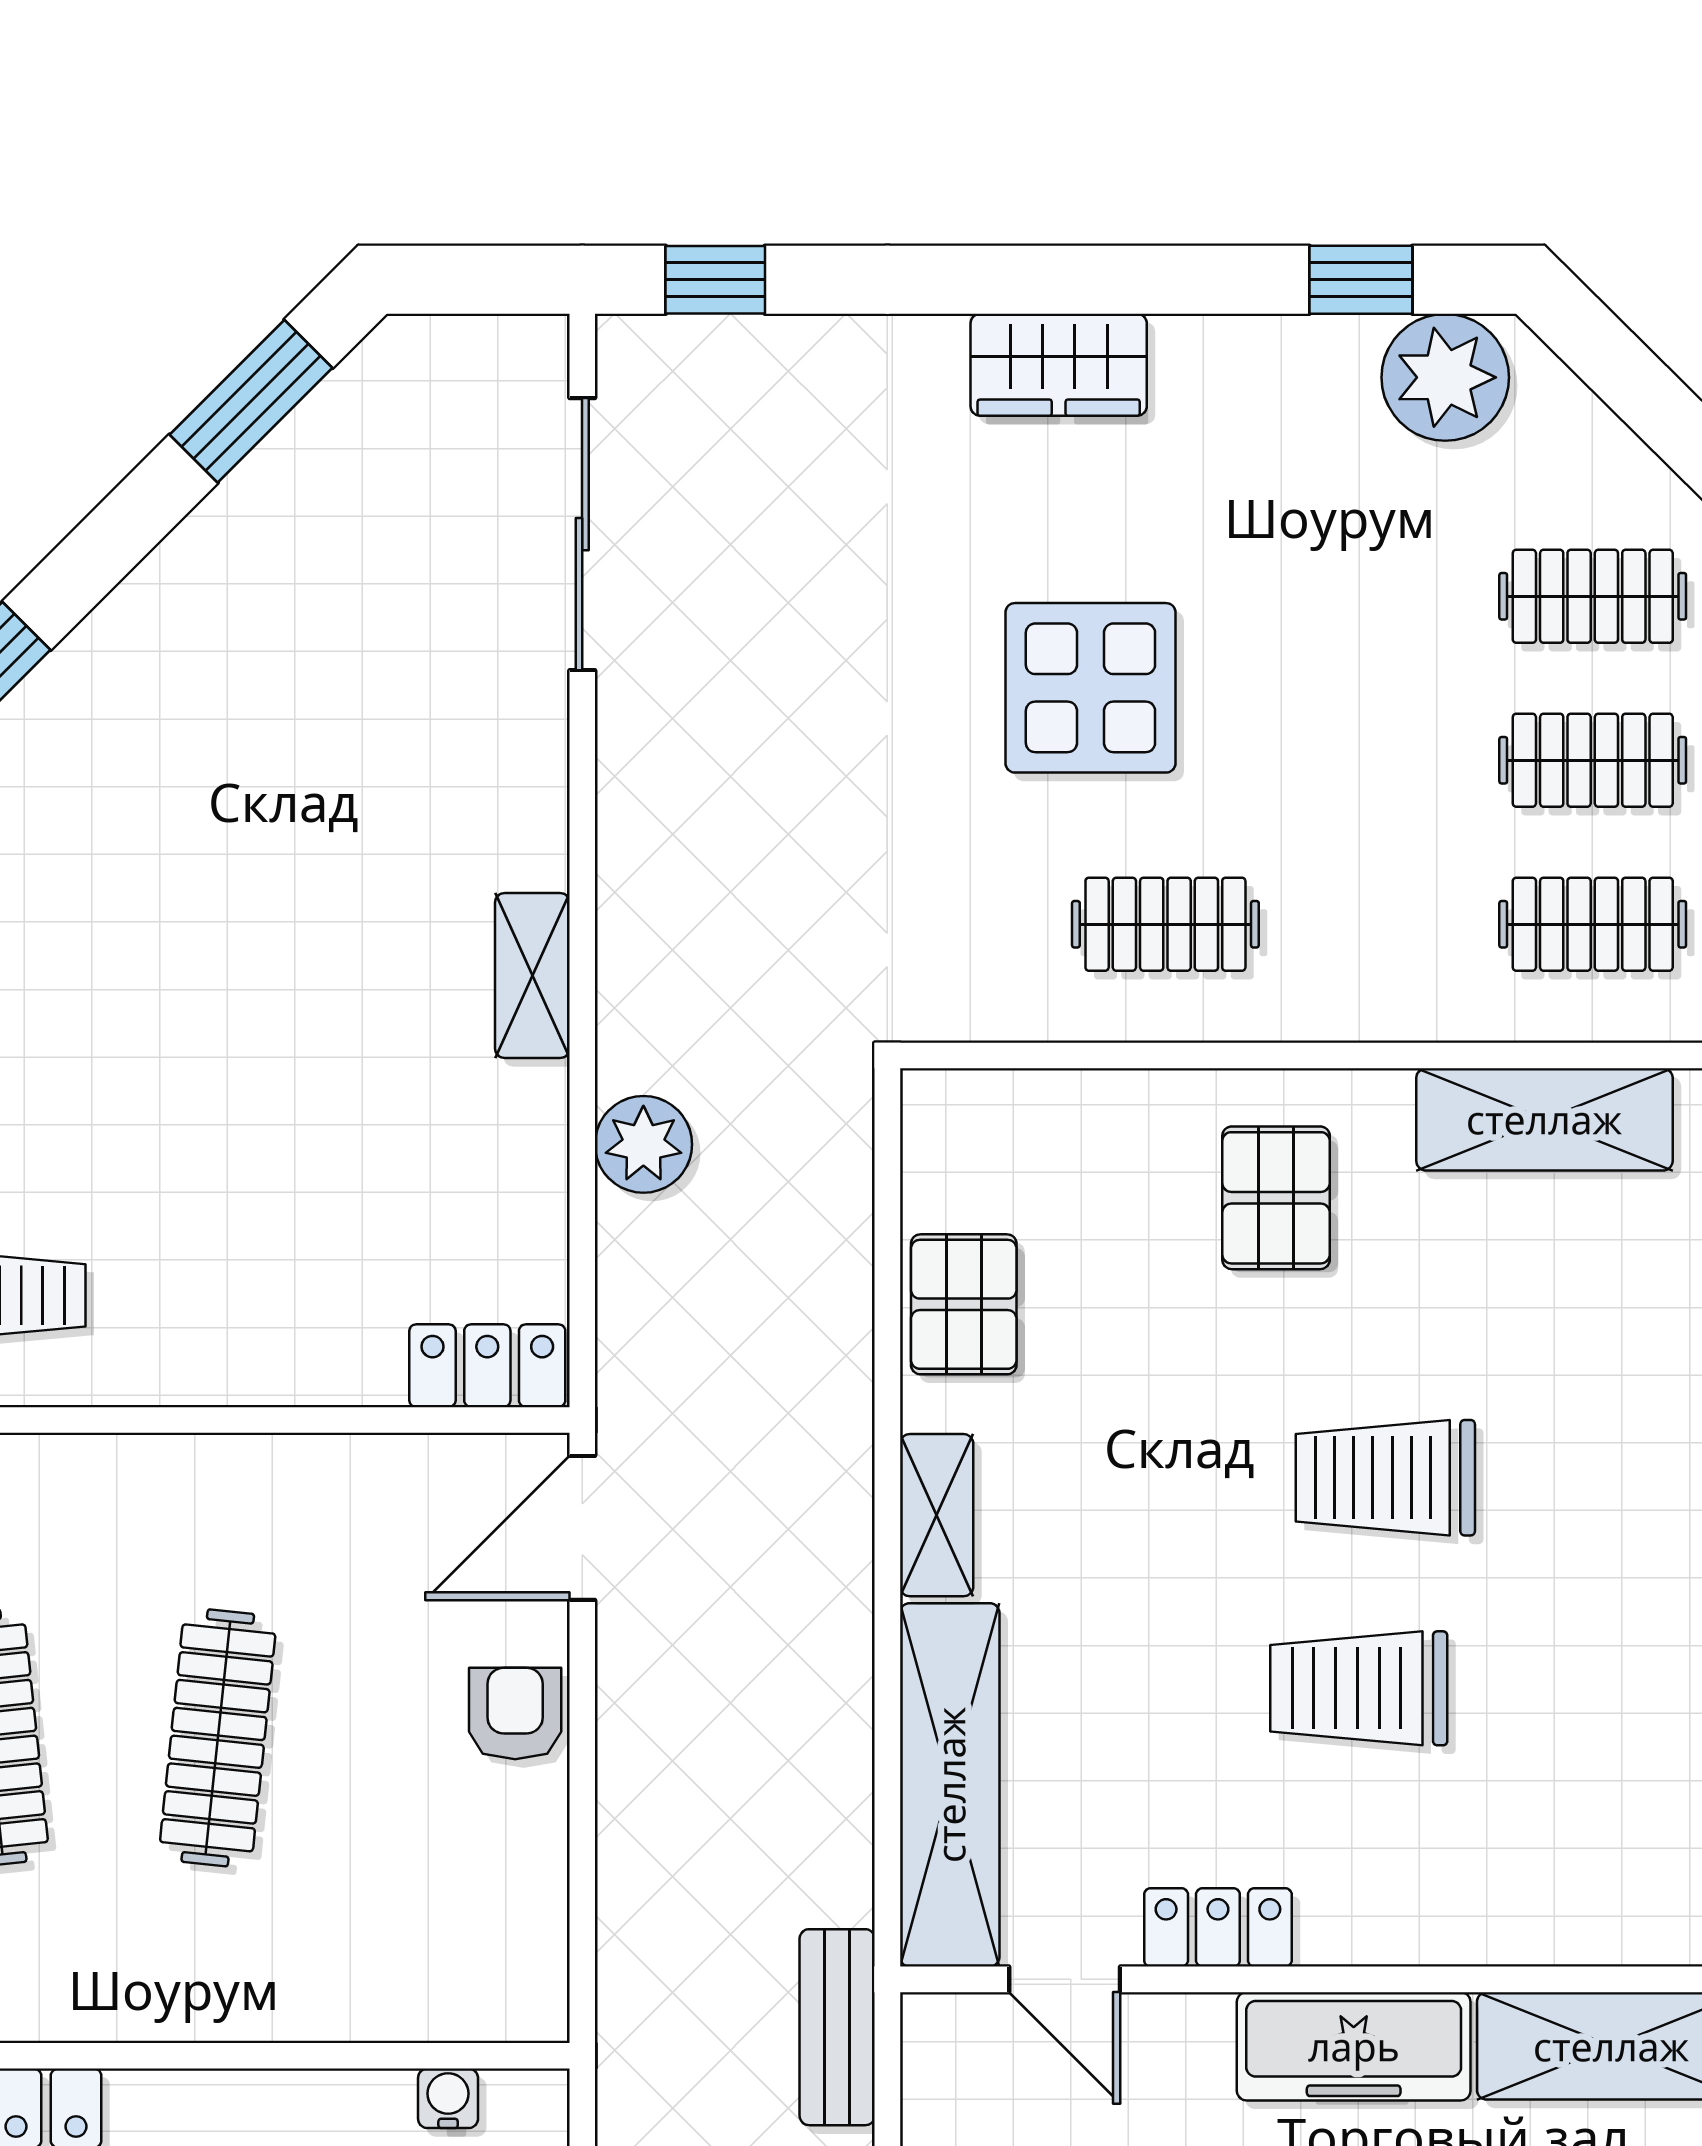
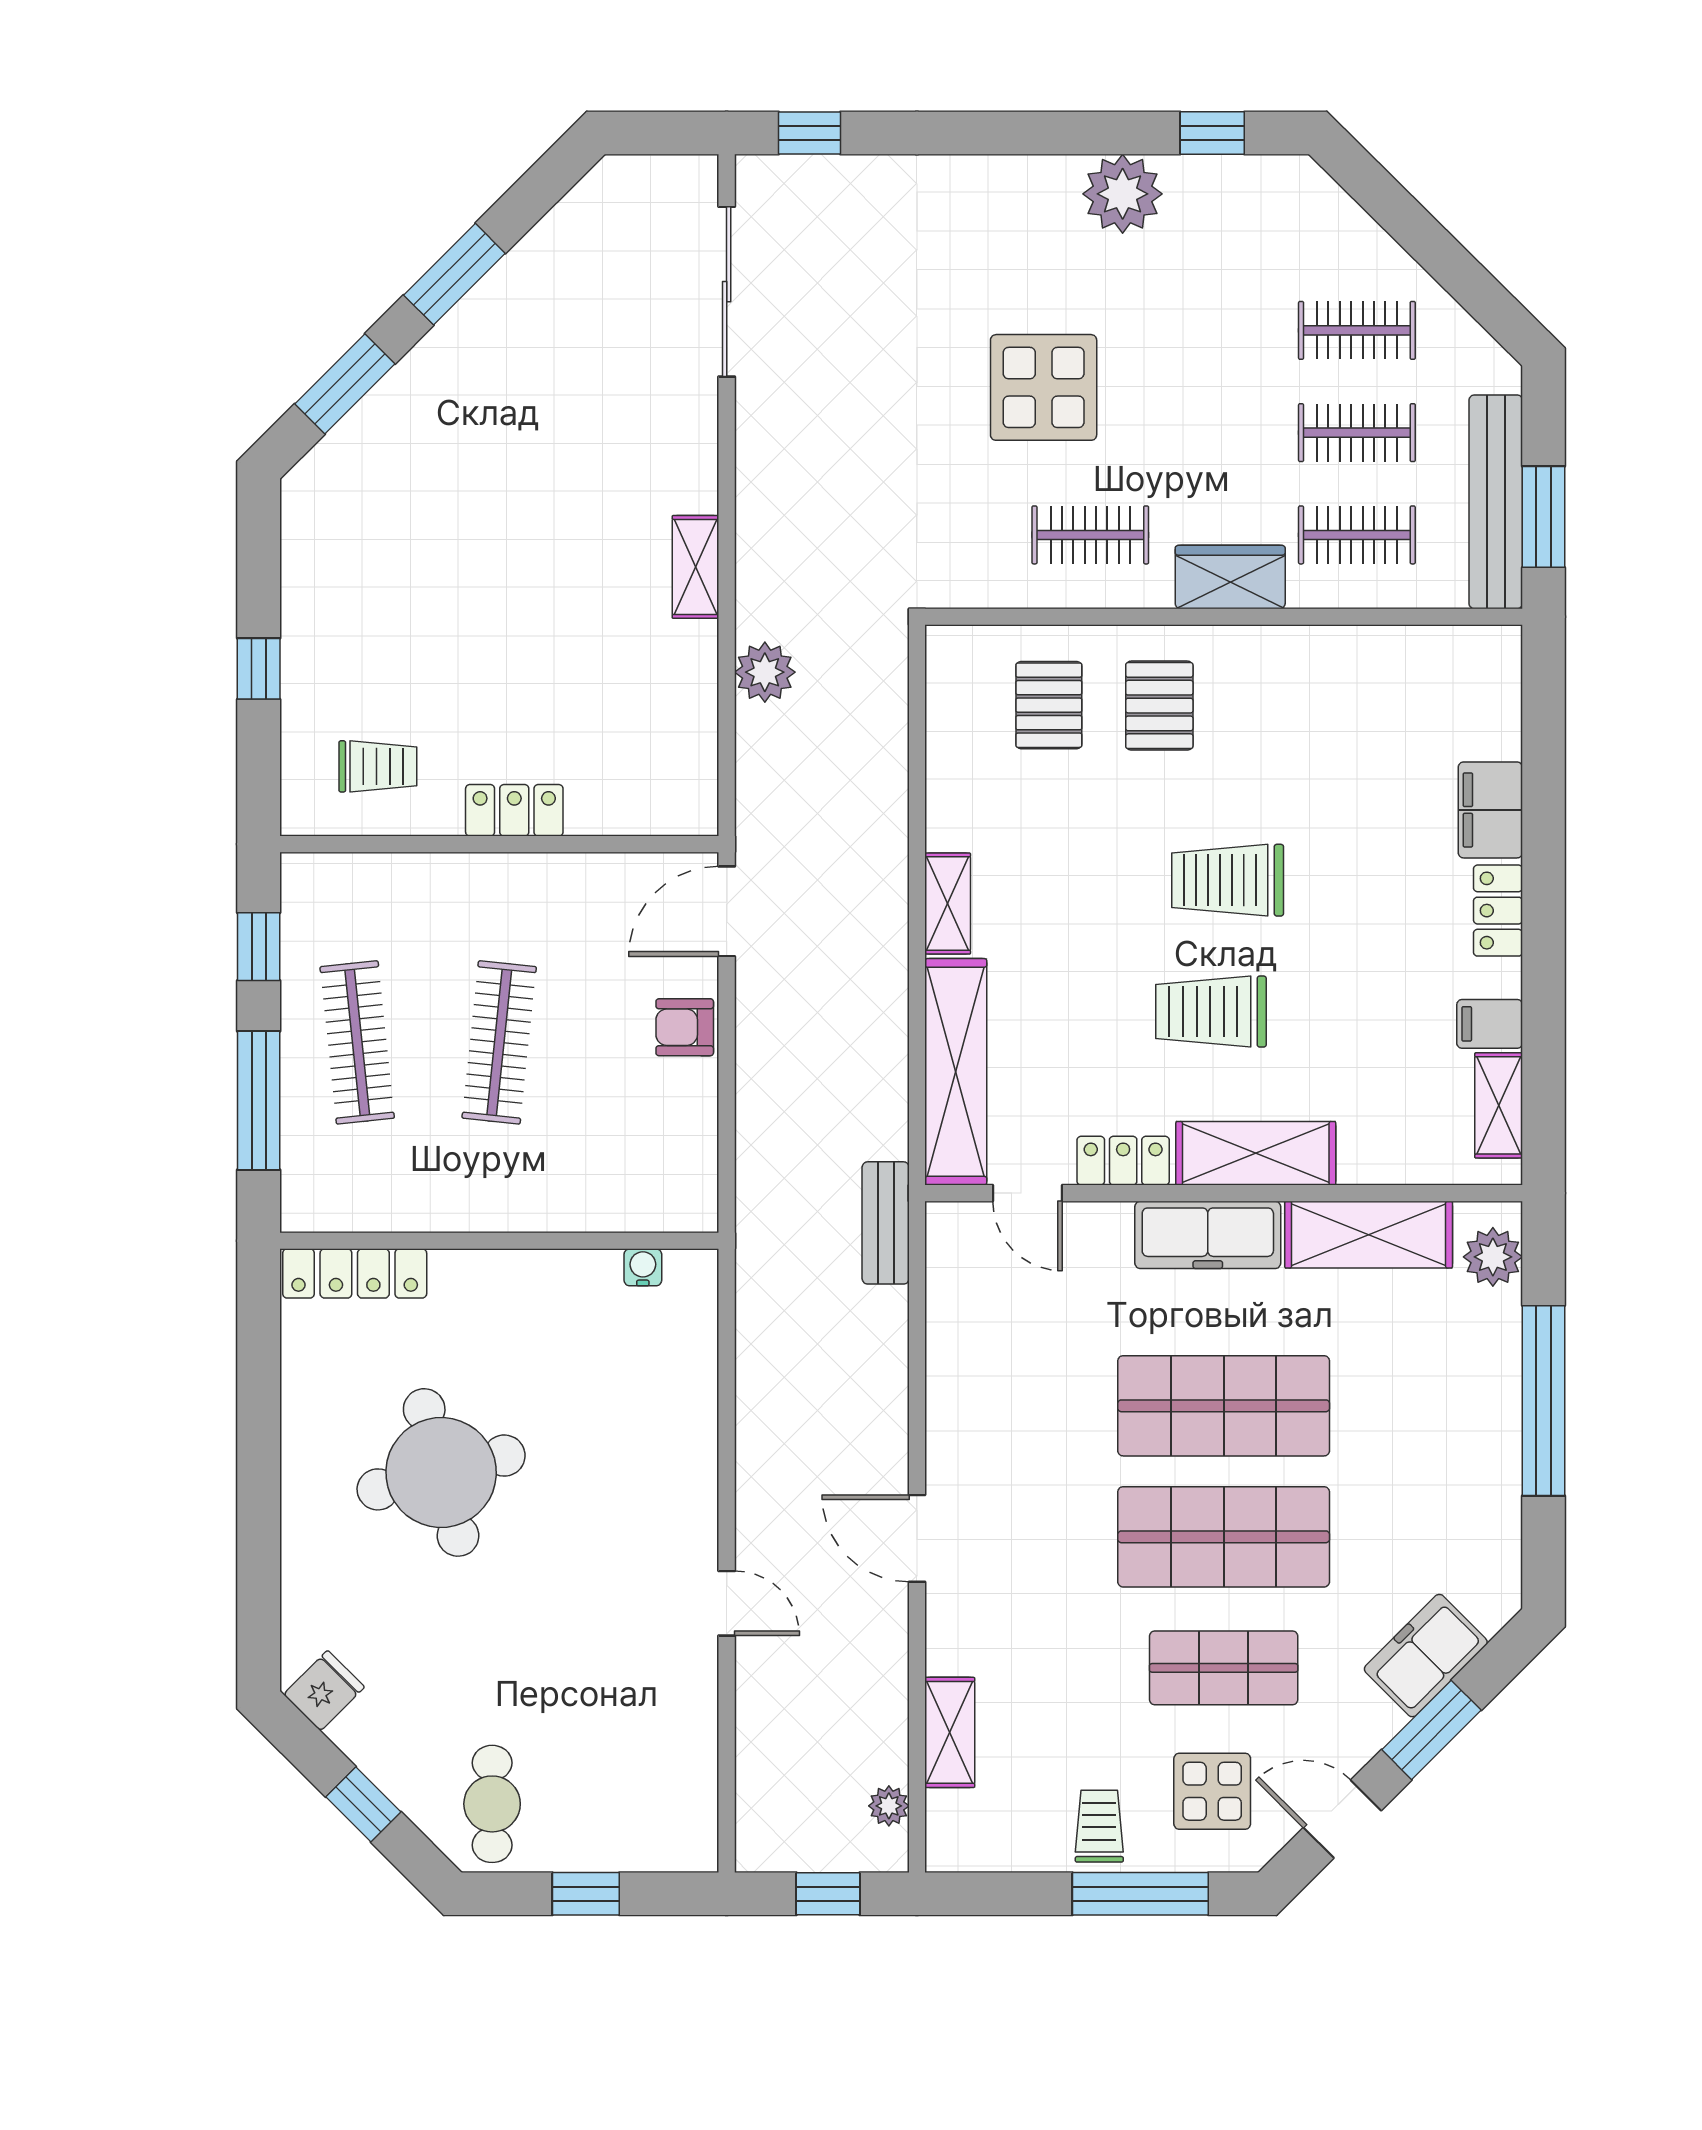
wardrobe: (1059, 365) -> (1230, 577), moved, turned 180
plant: (1445, 377) -> (1123, 194), moved
window: (251, 401) -> (454, 274), moved
shelving: (1544, 1119) -> (1256, 1153), moved
pallet: (964, 1304) -> (1049, 705), moved
locker: (487, 1366) -> (514, 810), moved
armchair: (515, 1713) -> (685, 1027), turned -90

